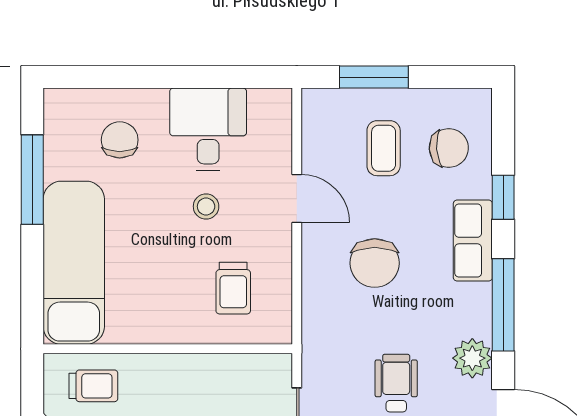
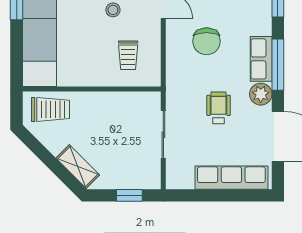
row of seats: (473, 241) -> (261, 59), moved
trolley: (93, 386) -> (51, 109), width x1.36, depth x1.39

